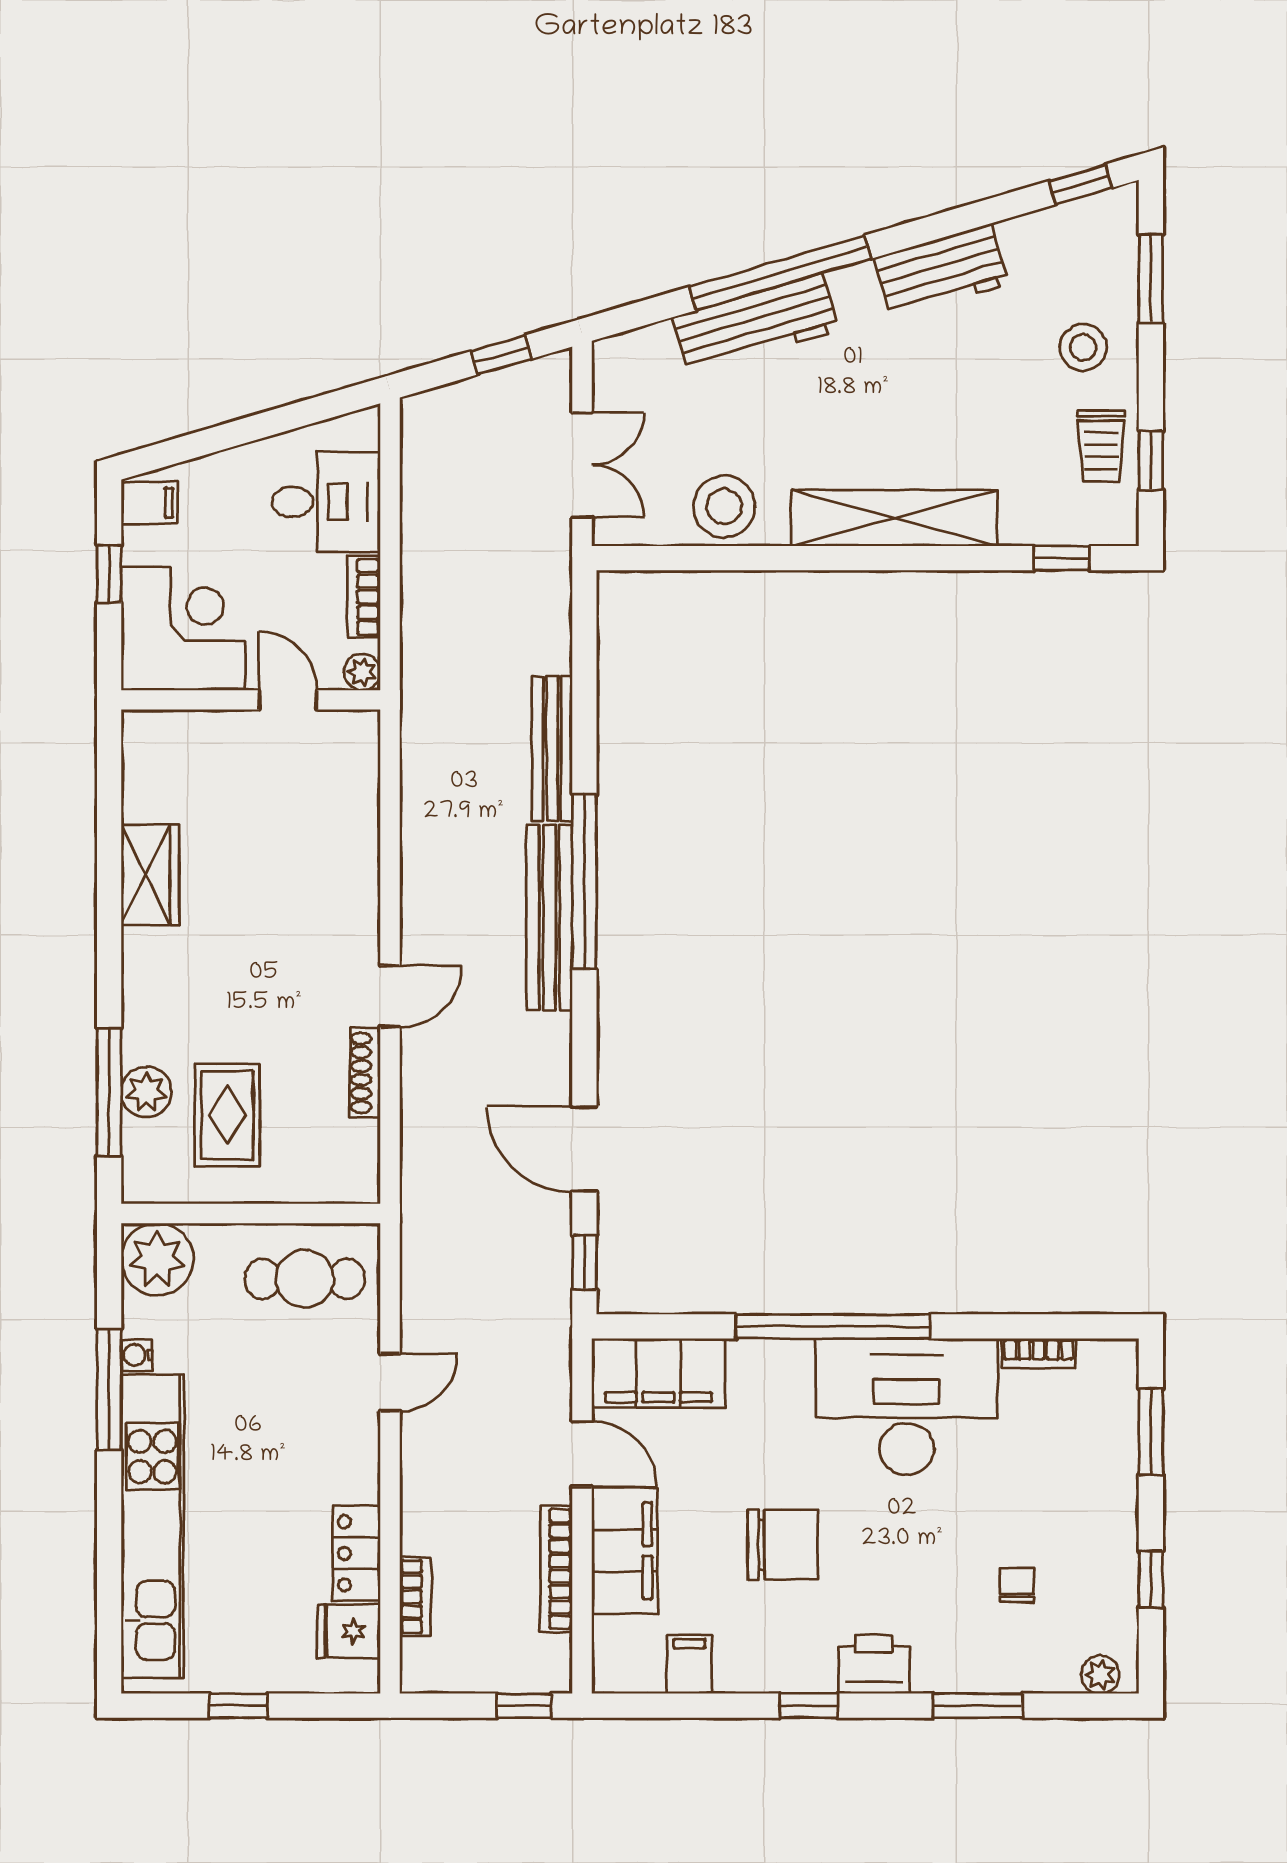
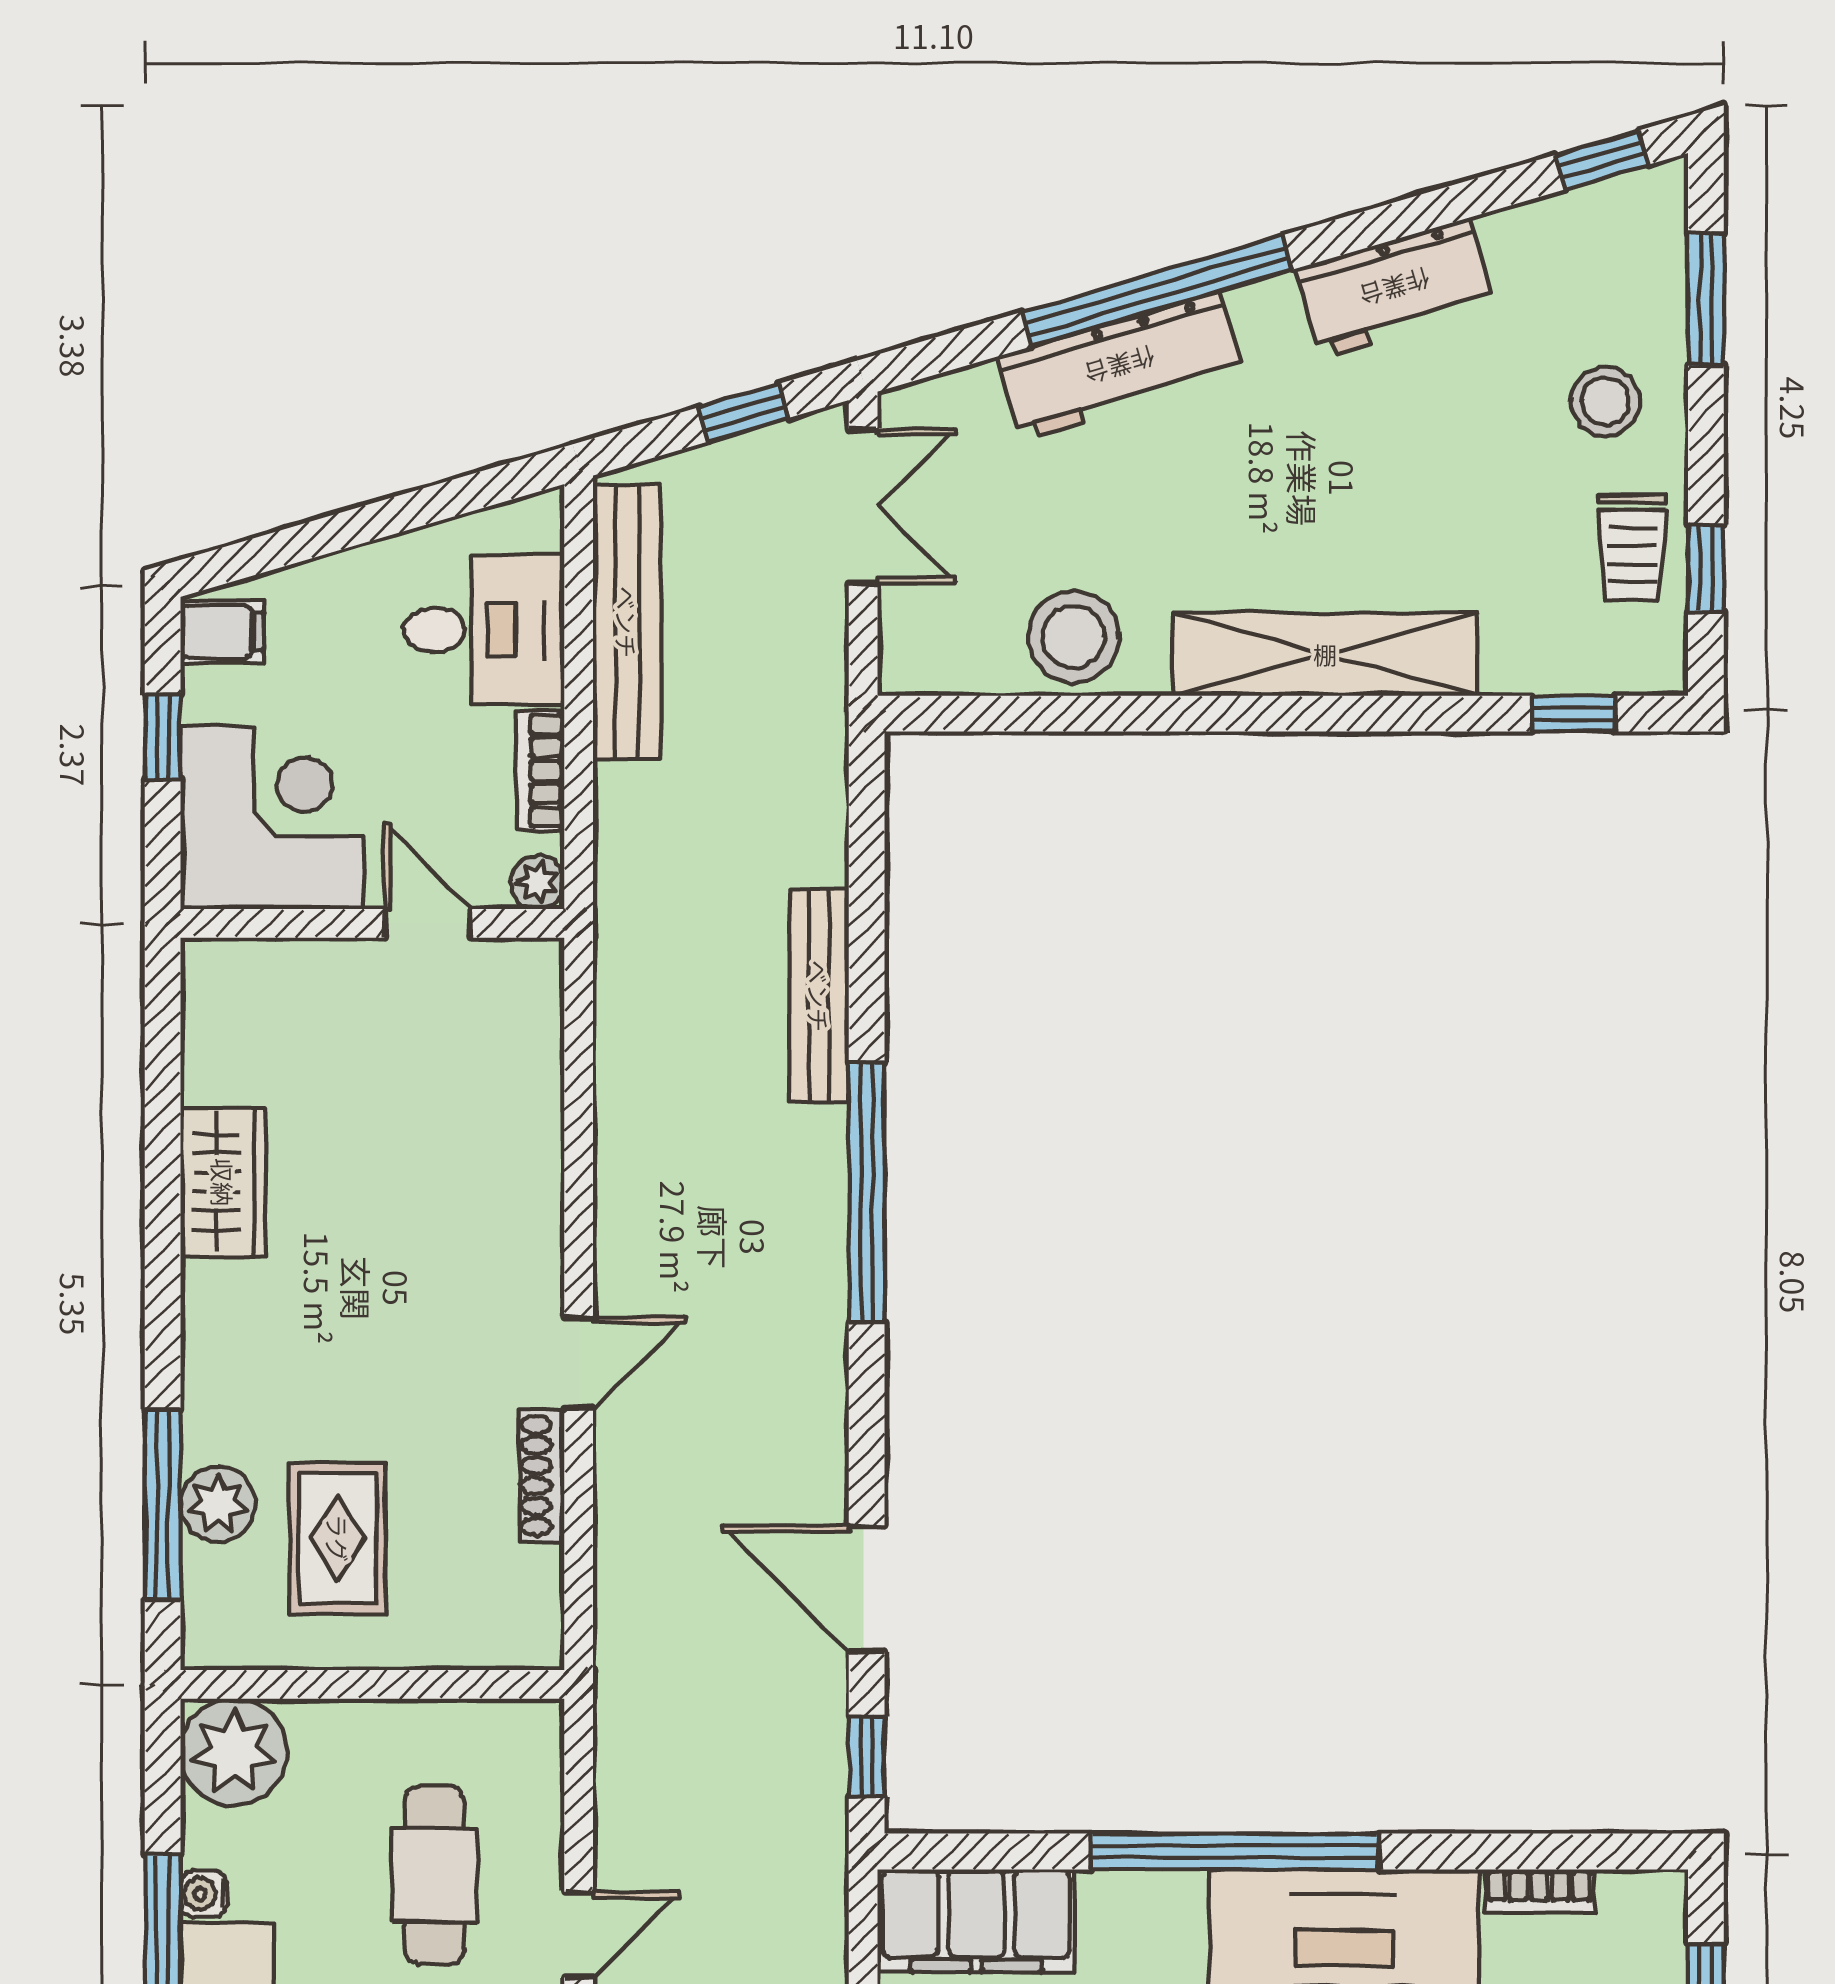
double door: (582, 465) -> (863, 506), moved
bench: (549, 917) -> (627, 622), moved
cafe table: (305, 1279) -> (434, 1875), moved, turned 90

